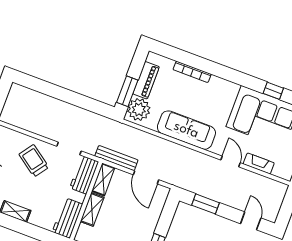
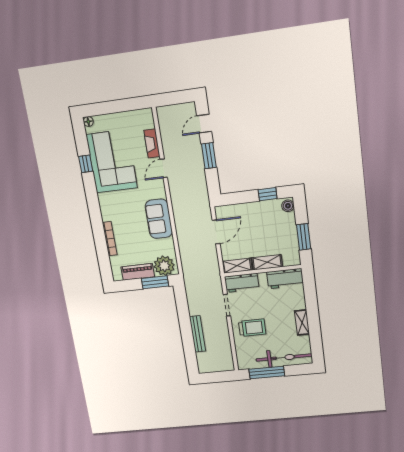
sofa: (186, 130) -> (159, 219), width x0.73
bench: (116, 158) -> (198, 334), moved
trolley: (34, 161) -> (252, 328), turned -126
window: (206, 204) -> (209, 156), moved

